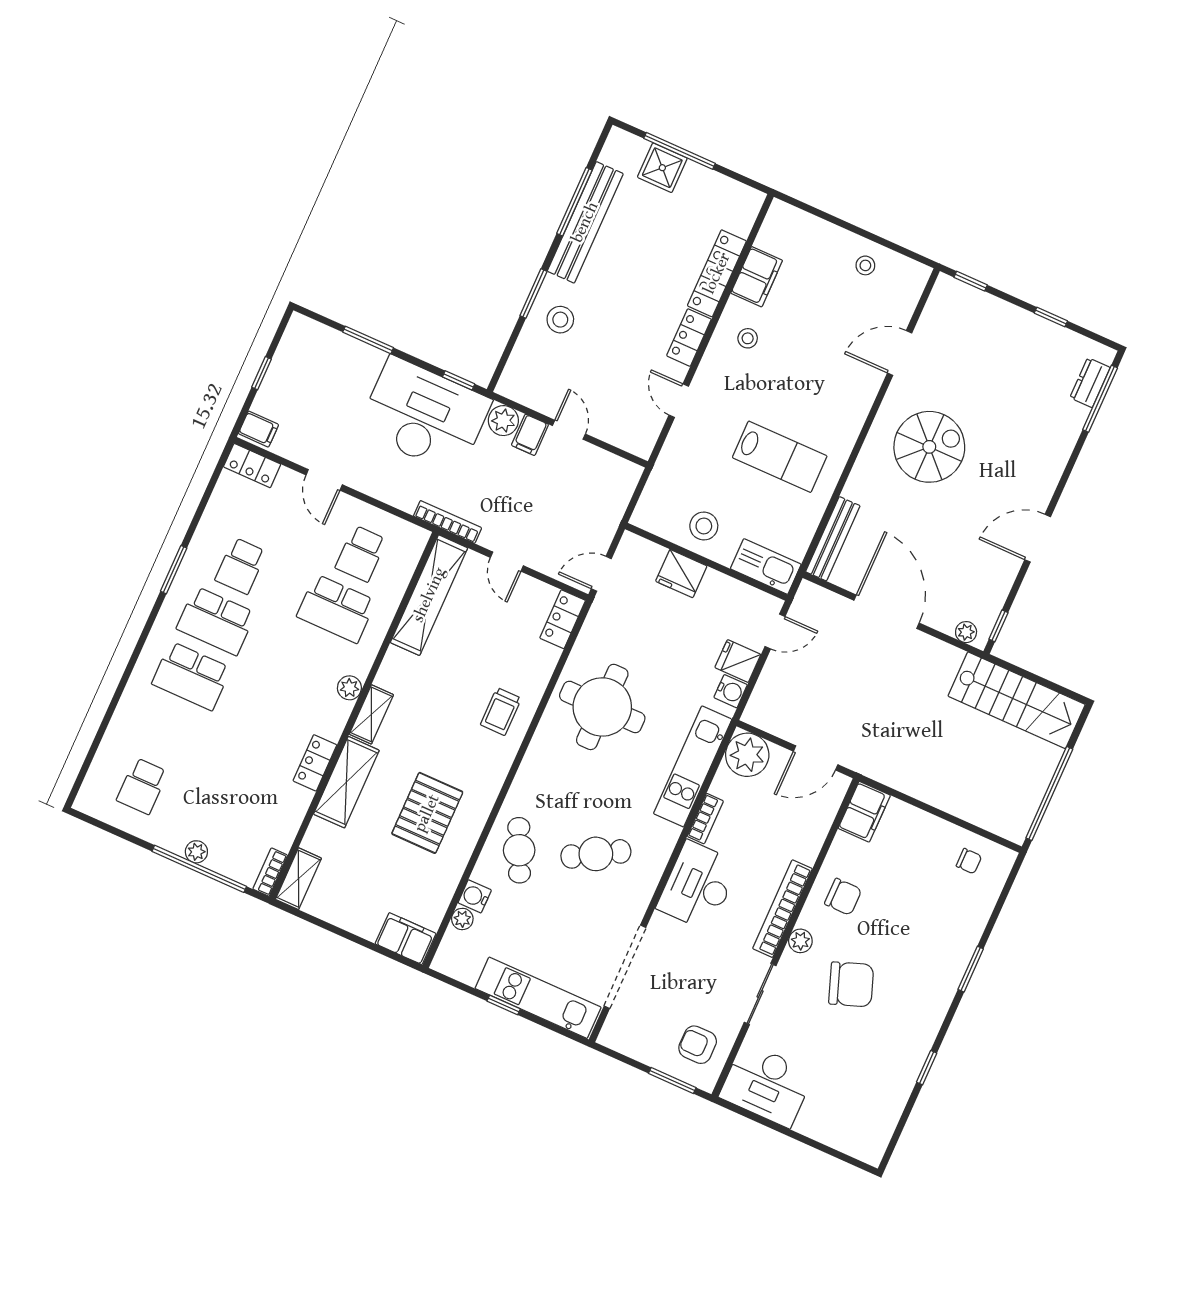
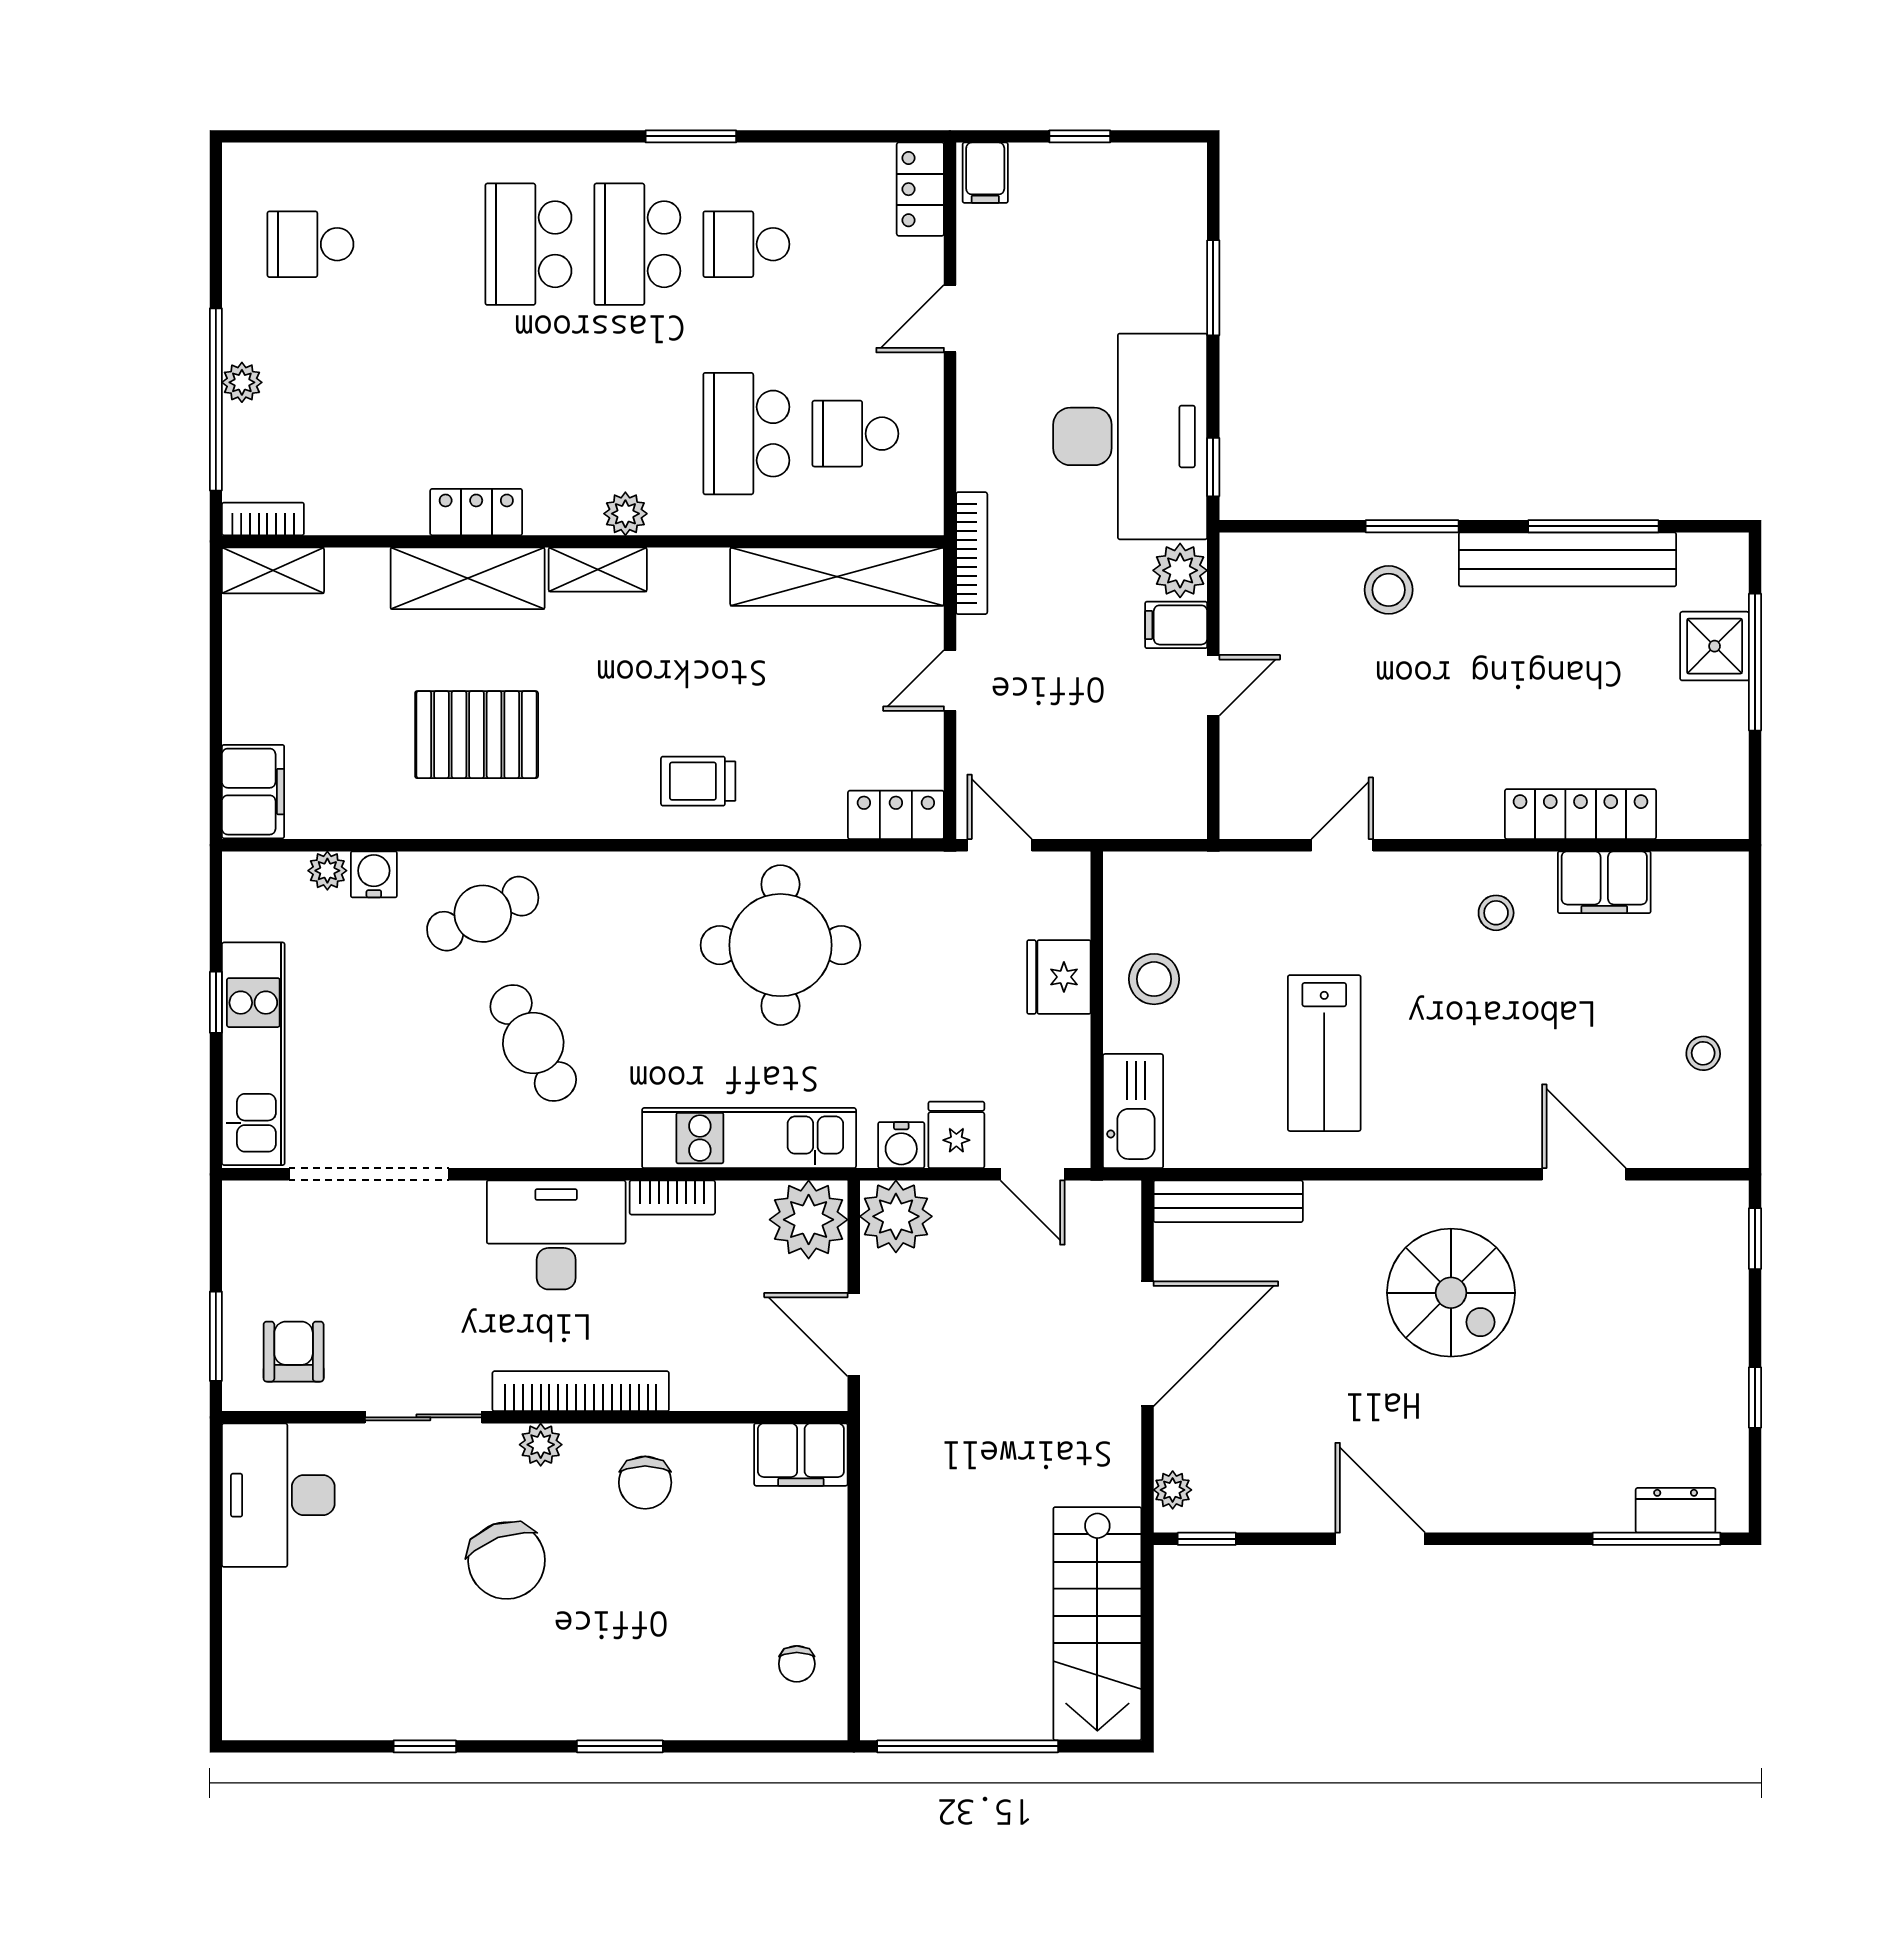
locker: (689, 338) -> (1454, 815), removed
plant: (765, 710) -> (896, 1216), added

